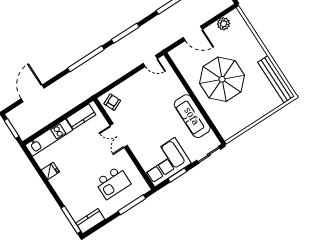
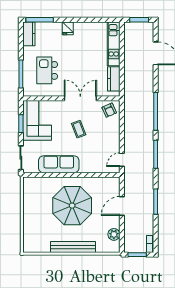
bench: (276, 79) -> (73, 247), moved
coffee table: (148, 119) -> (79, 129), added
double door: (119, 136) -> (80, 98), width x1.37
fridge: (50, 171) -> (68, 28), moved

